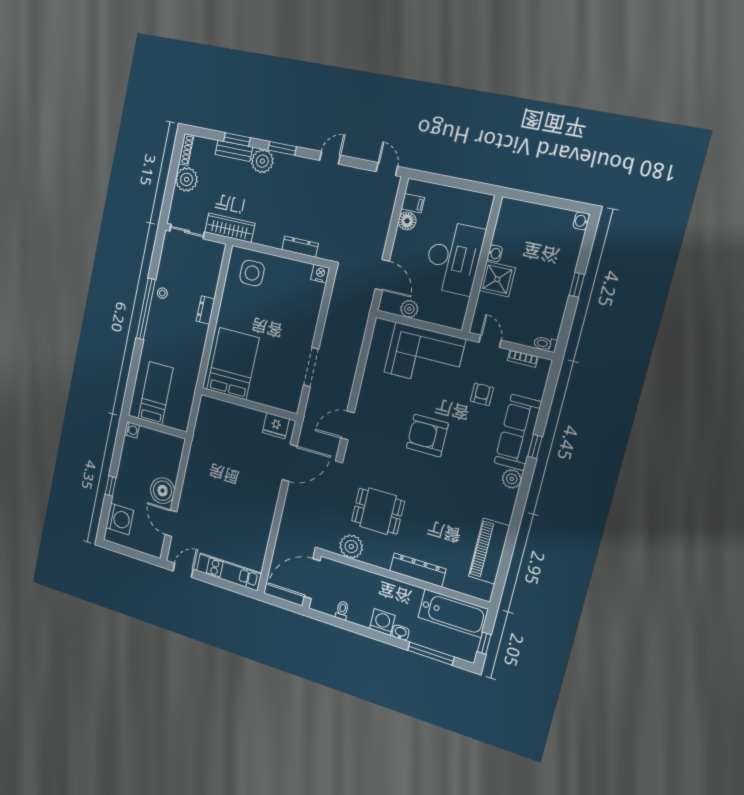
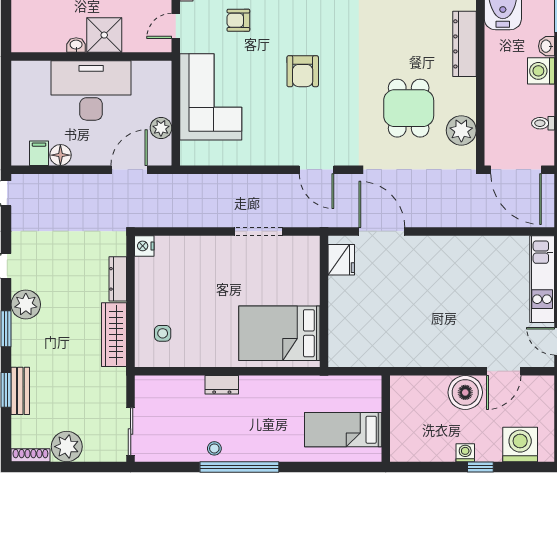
plant: (262, 161) -> (26, 304), moved
wardrobe: (230, 228) -> (114, 335), moved
side table: (252, 273) -> (163, 333), width x0.54, depth x0.54
washing machine: (132, 430) -> (465, 453), moved
armchair: (427, 436) -> (303, 71), width x0.73, depth x0.73

